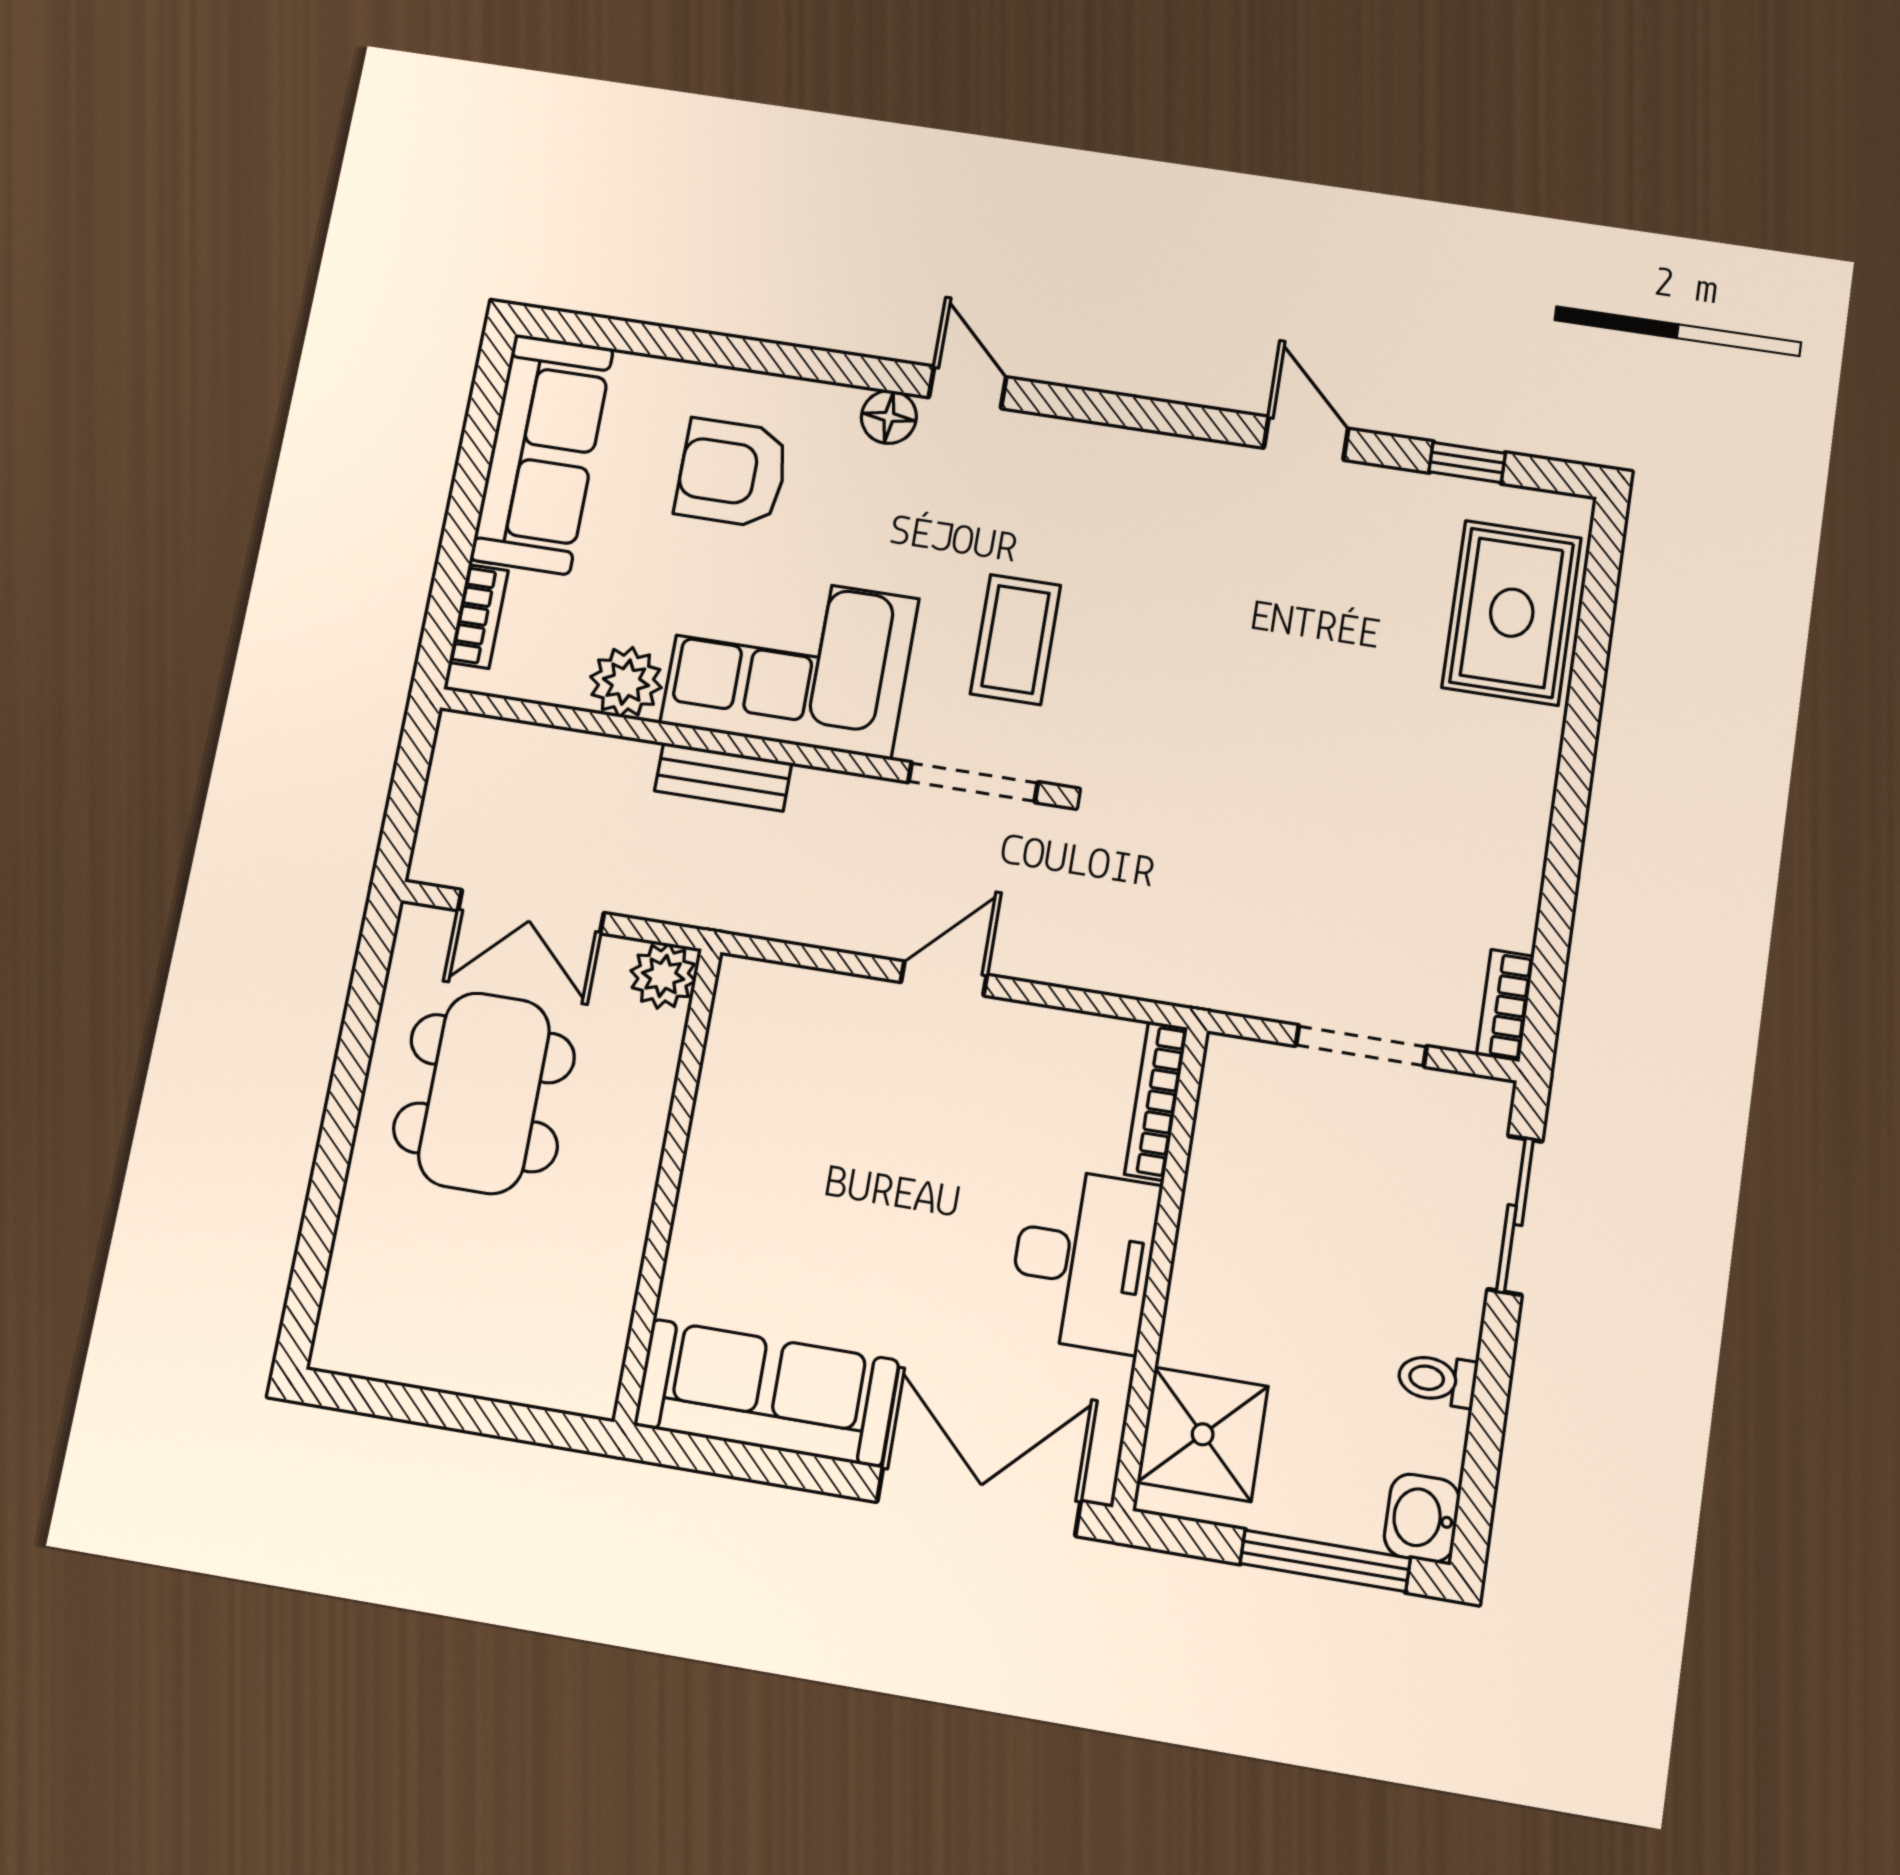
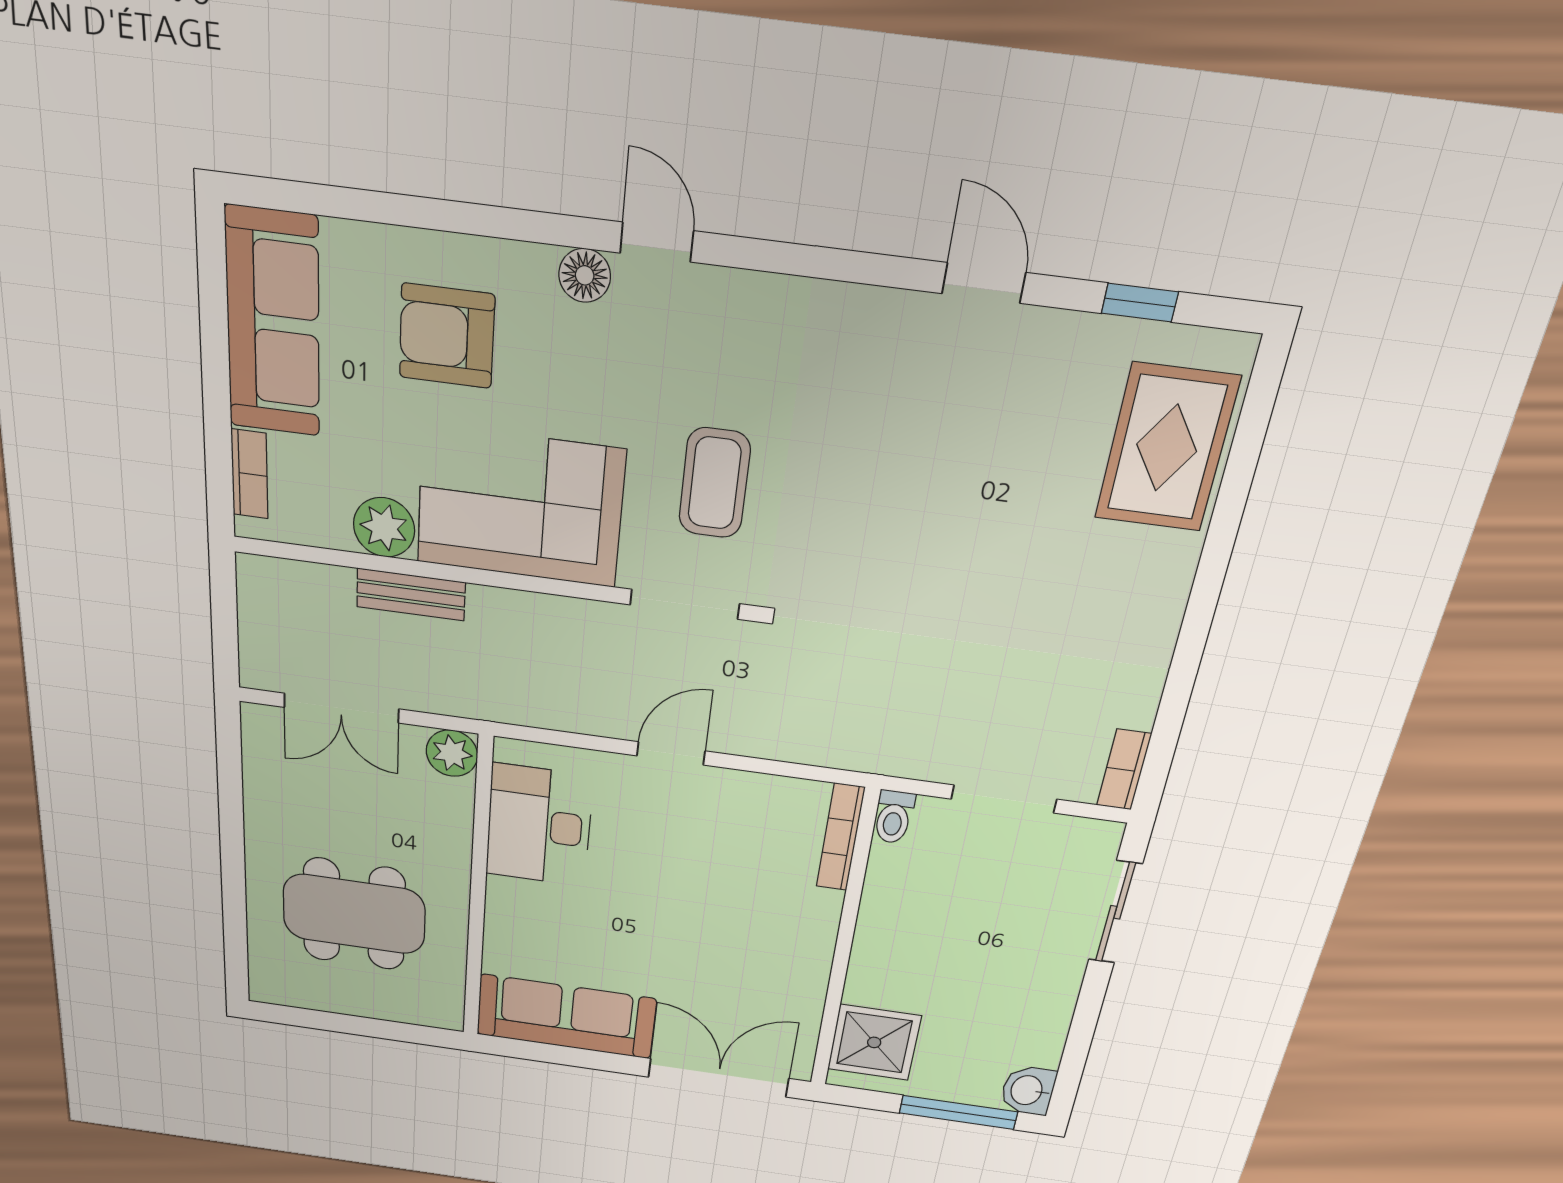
bench: (723, 777) -> (411, 595), moved
dining table: (484, 1093) -> (354, 914), moved, turned 90
desk: (1083, 1260) -> (539, 825), moved, turned 180
toilet: (1437, 1380) -> (894, 817), moved, turned -90

